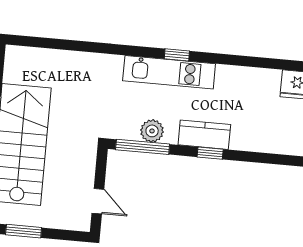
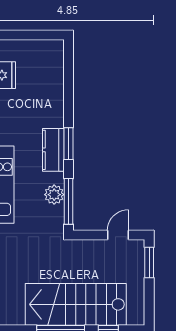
window: (210, 153) -> (68, 144), width x1.50
window: (24, 231) -> (149, 262), moved

